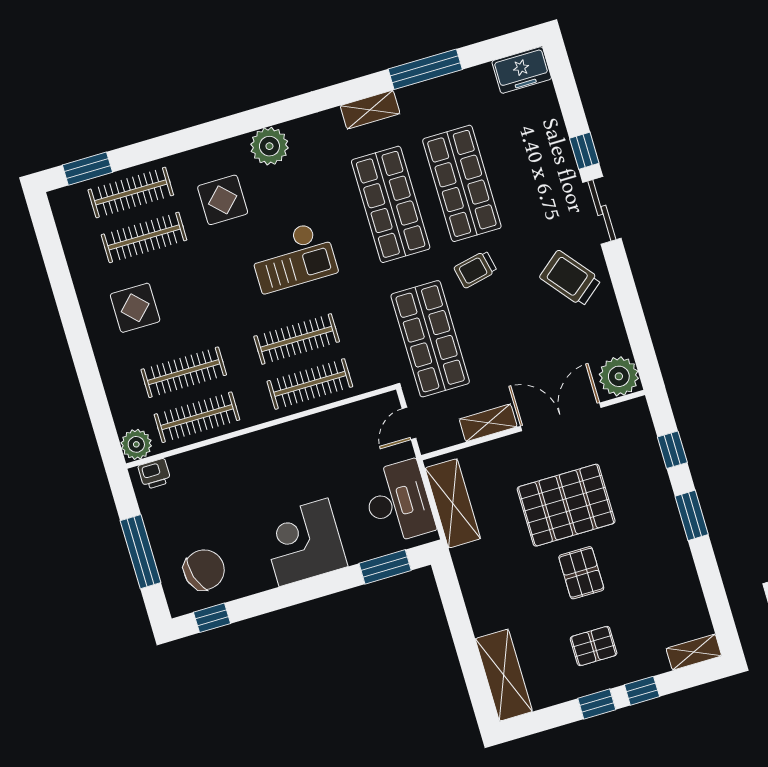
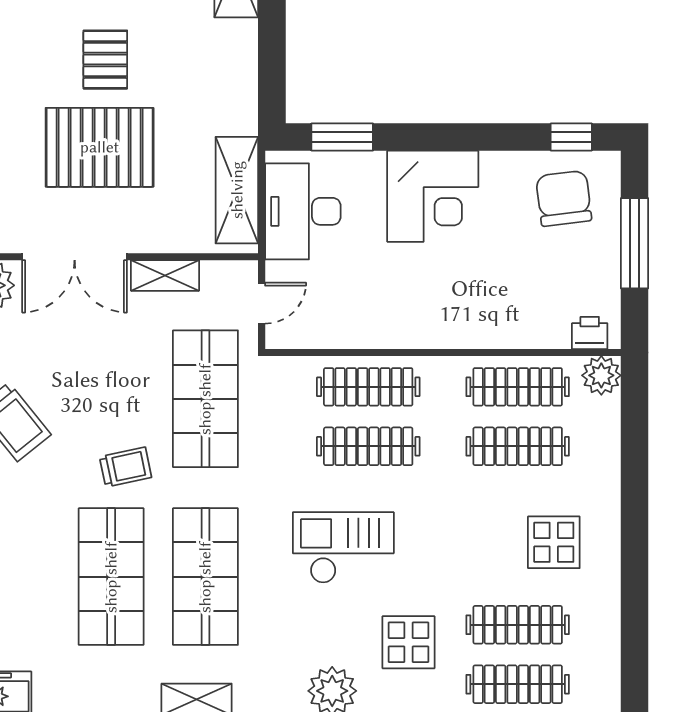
chair: (204, 570) -> (564, 198), turned 100

